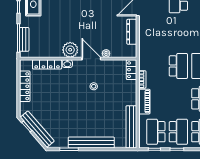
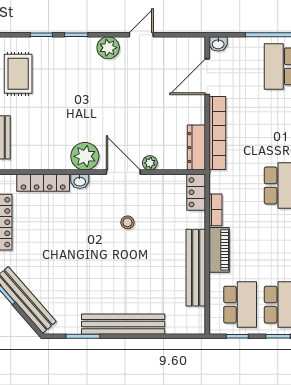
dresser: (132, 32) -> (196, 148), moved
bookcase: (143, 37) -> (217, 133), added
bench: (131, 127) -> (196, 268), moved
school desk: (156, 132) -> (240, 305), turned 180

